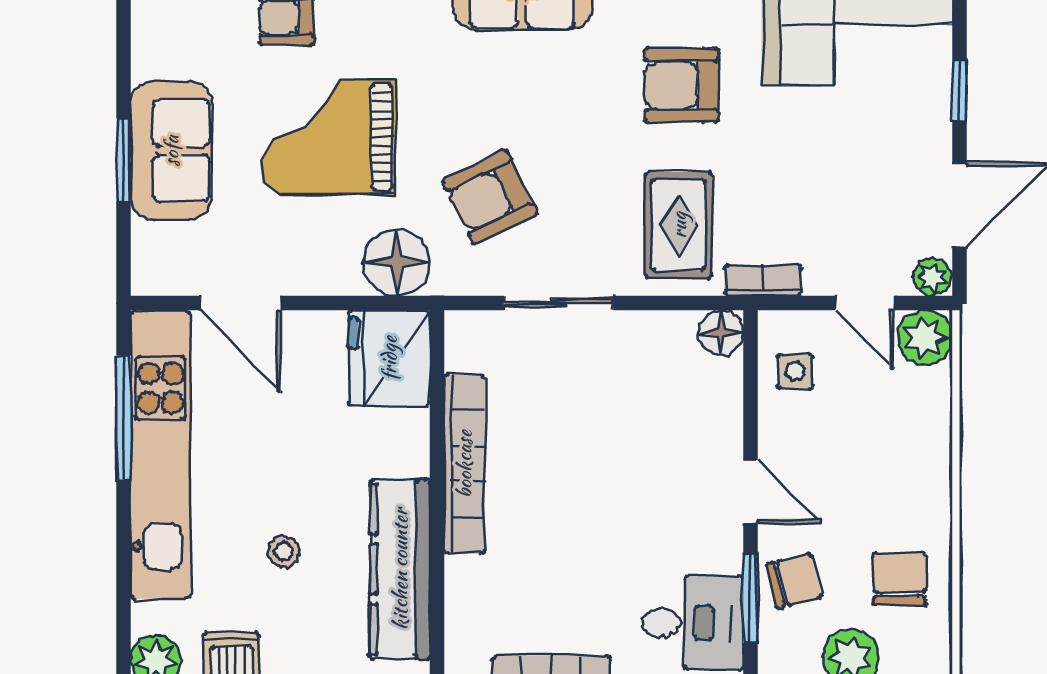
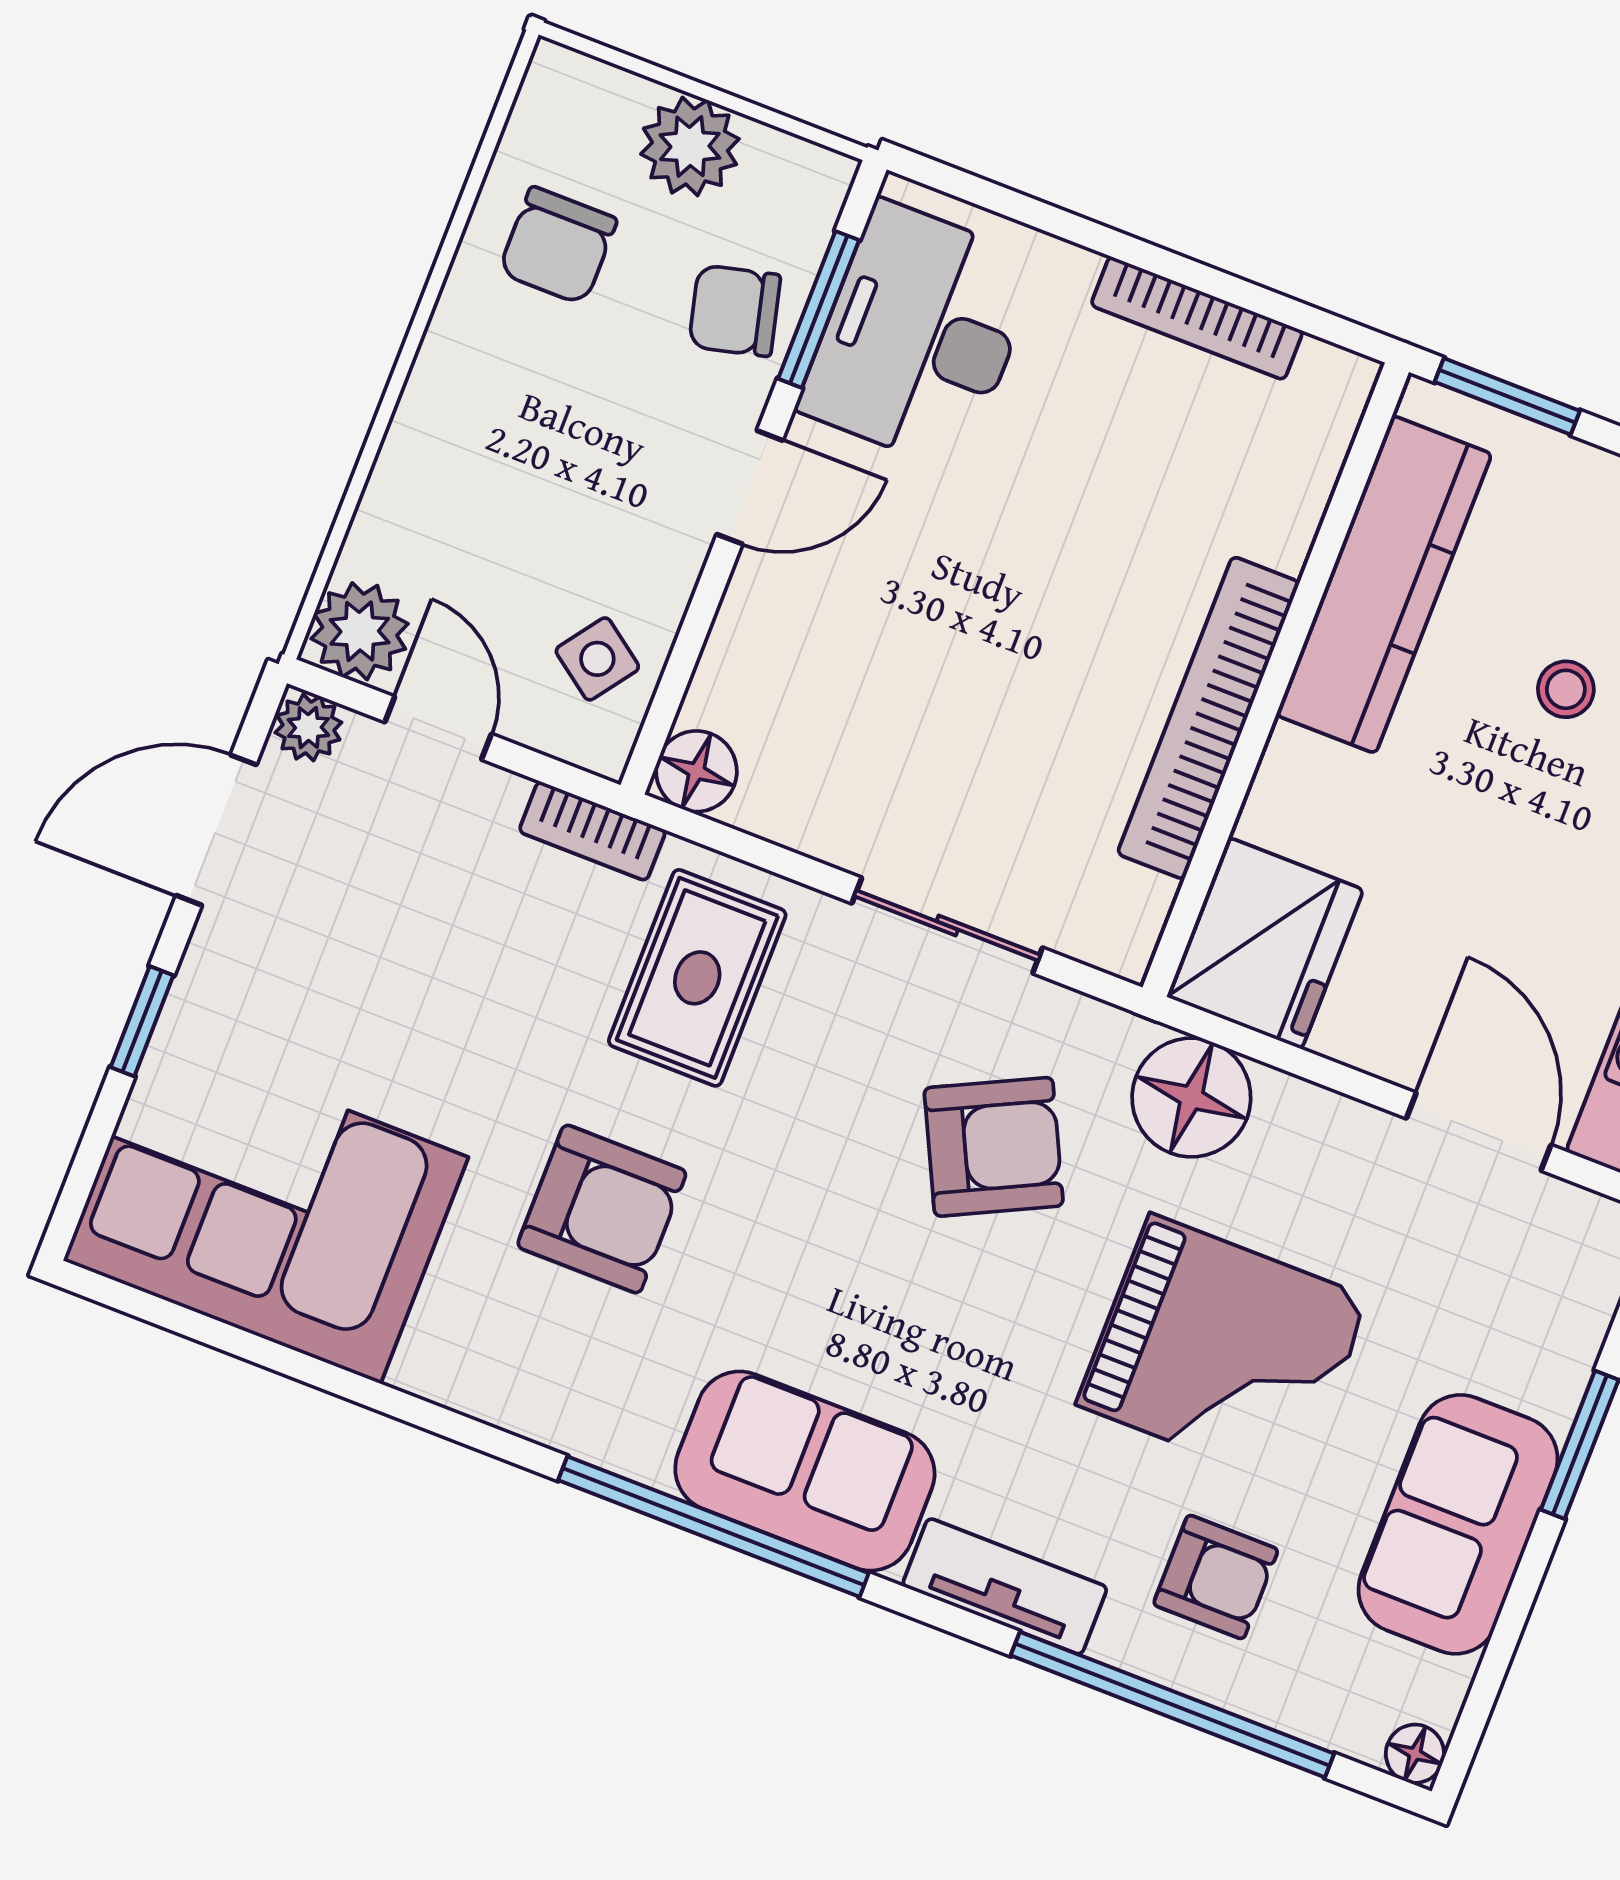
sofa: (171, 151) -> (1458, 1524), moved
side table: (795, 371) -> (597, 659), turned 36
door: (750, 492) -> (750, 487), swing flipped
desk: (693, 623) -> (919, 335), width x1.37

